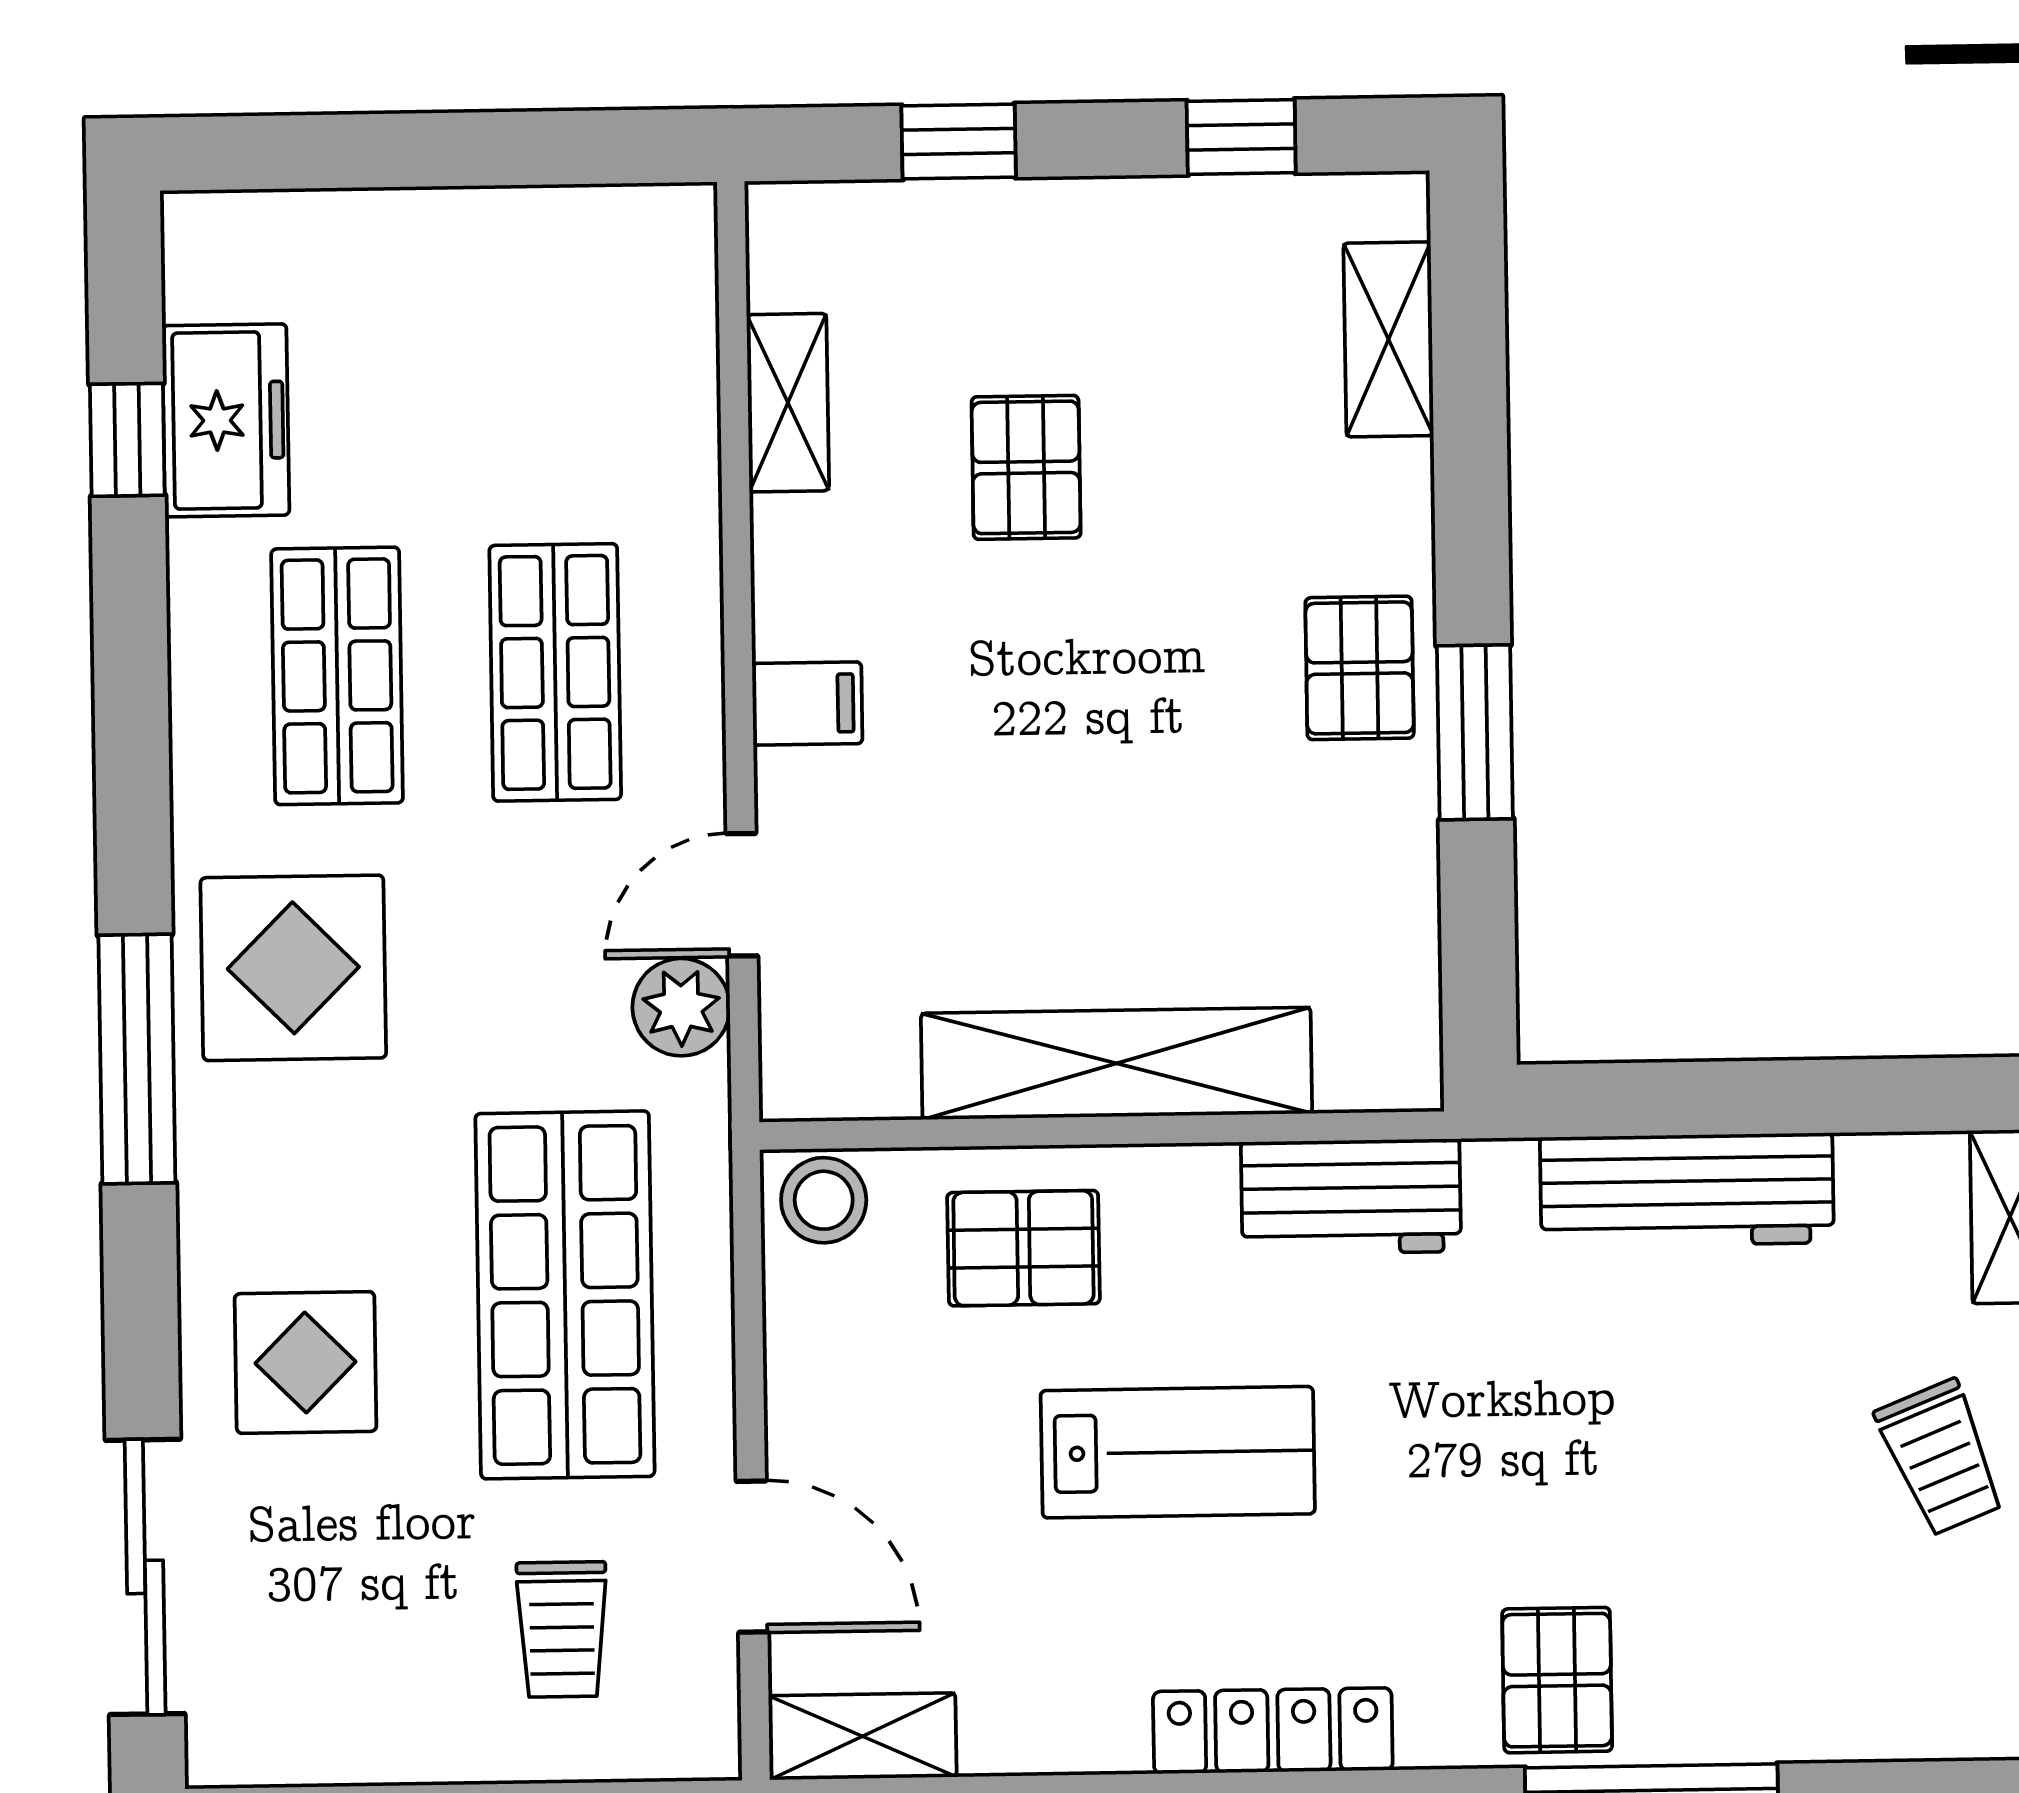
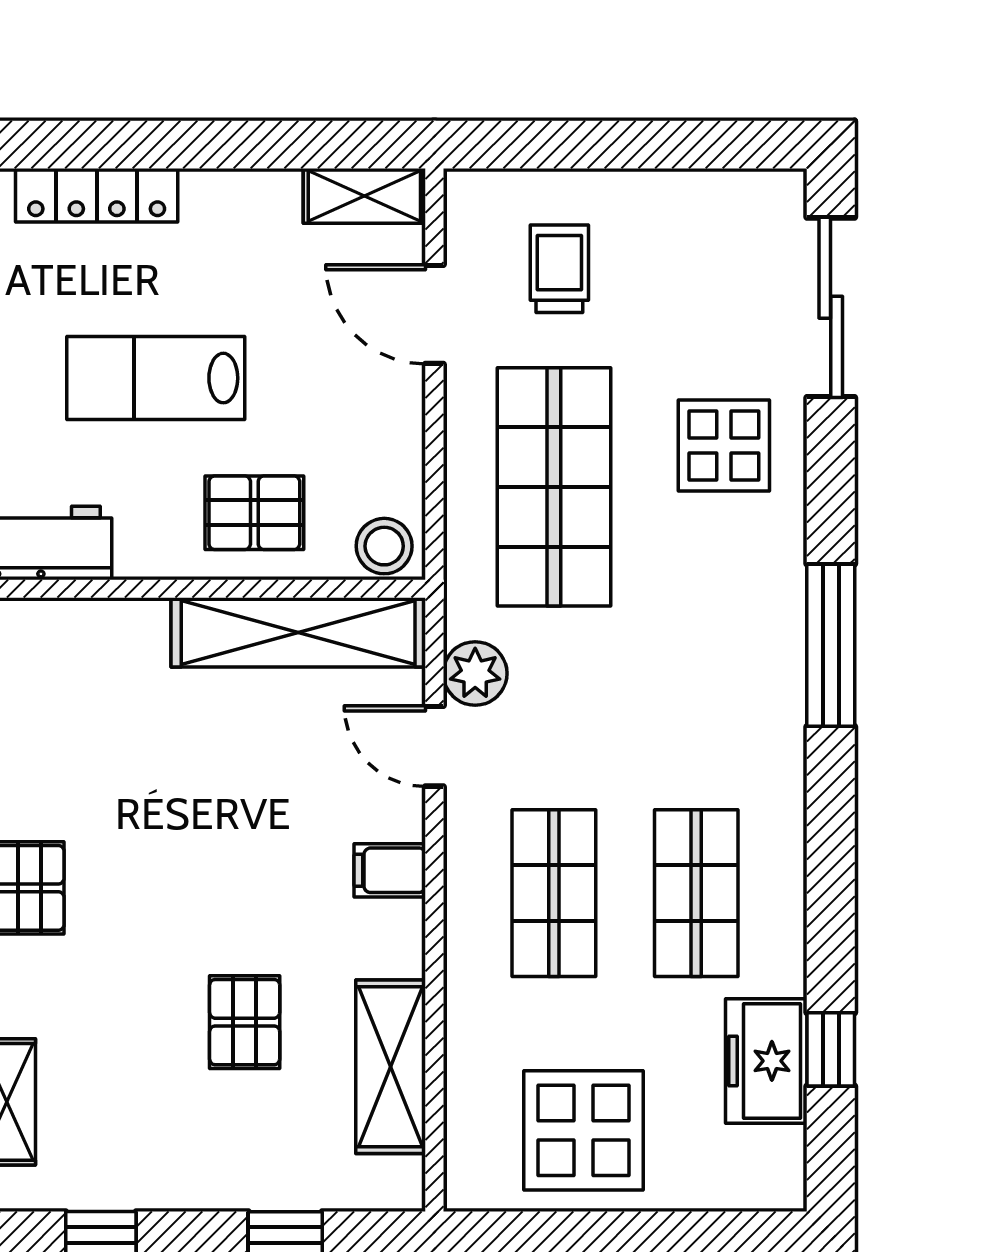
shelving: (788, 403) -> (391, 1067), width x1.50, depth x1.33
door: (742, 895) -> (434, 746), swing flipped
display table: (293, 968) -> (583, 1130), moved
shelving: (1117, 1063) -> (298, 632), moved

